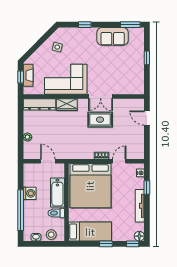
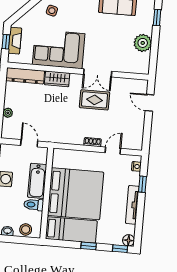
window: (147, 58) -> (157, 17), moved
plant: (137, 68) -> (143, 43), added
bed: (90, 186) -> (76, 194), moved, turned -90

